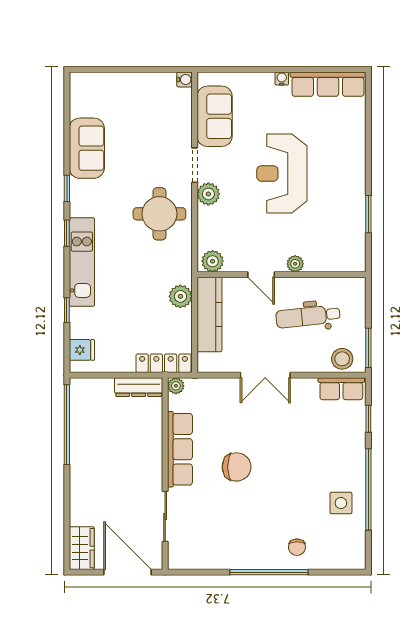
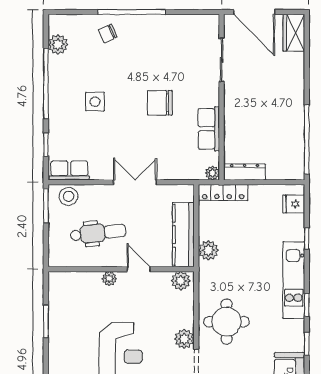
row of seats: (180, 449) -> (209, 129), width x0.68
side table: (341, 503) -> (95, 102), moved
plant: (354, 534) -> (58, 45), added
chair: (297, 547) -> (108, 33), turned -114

